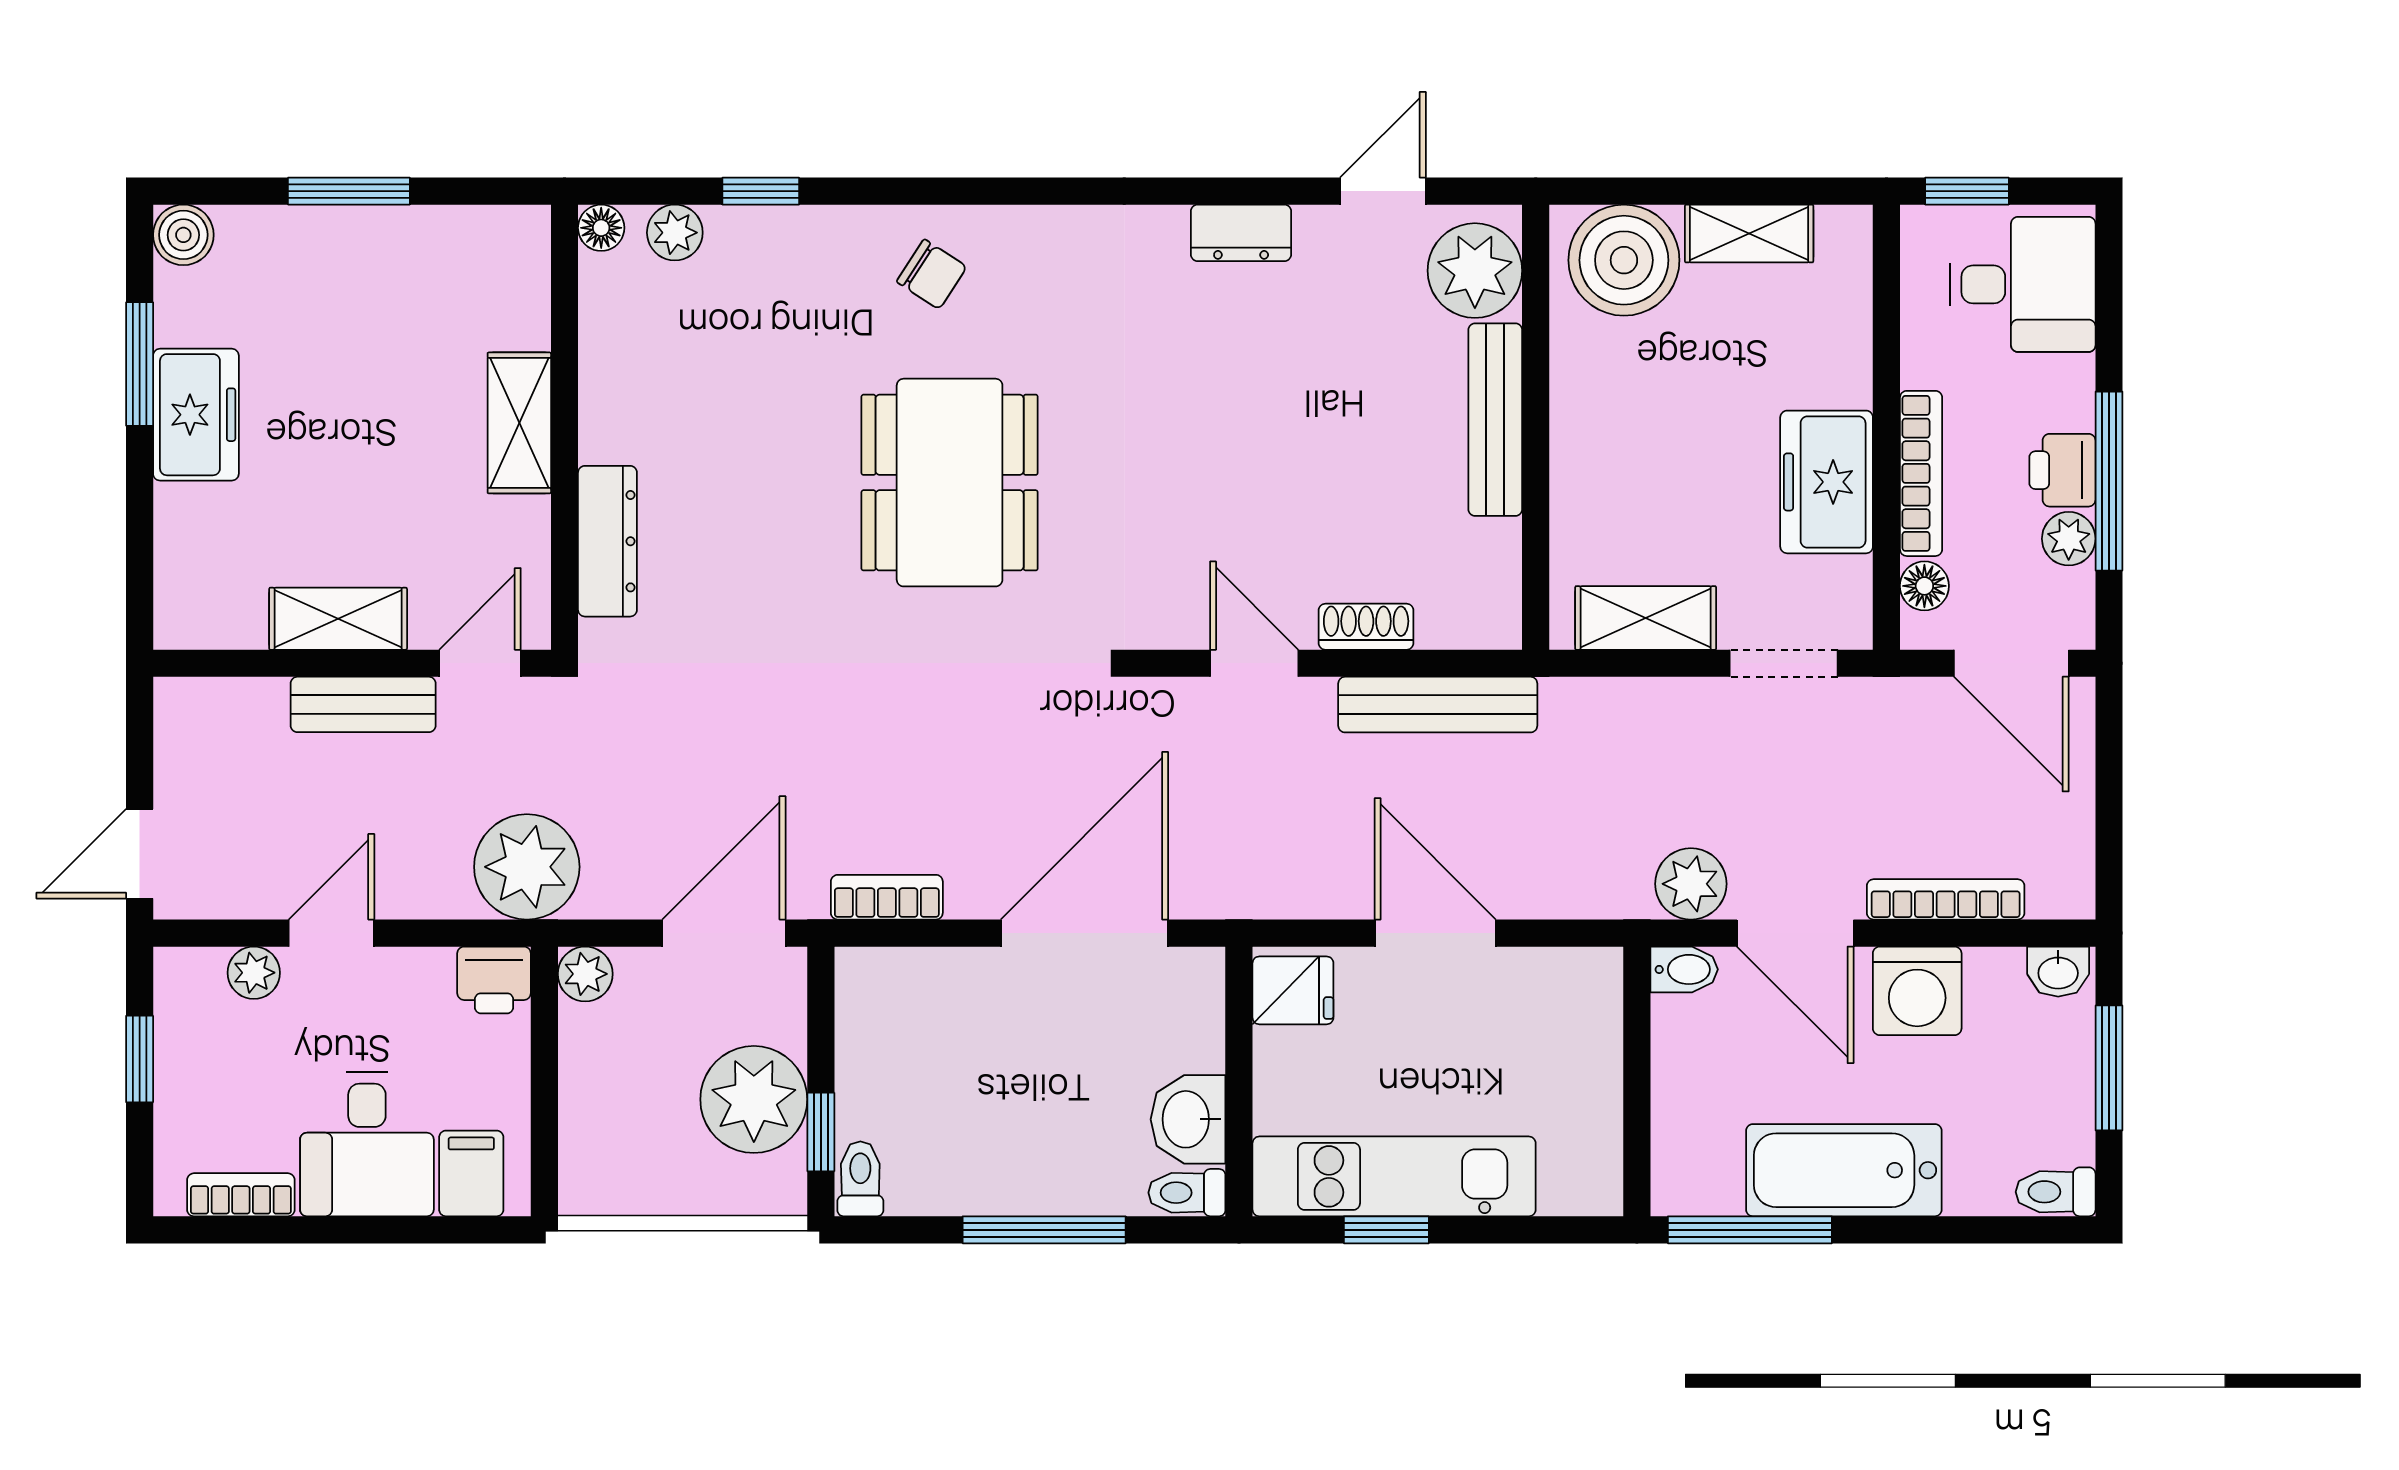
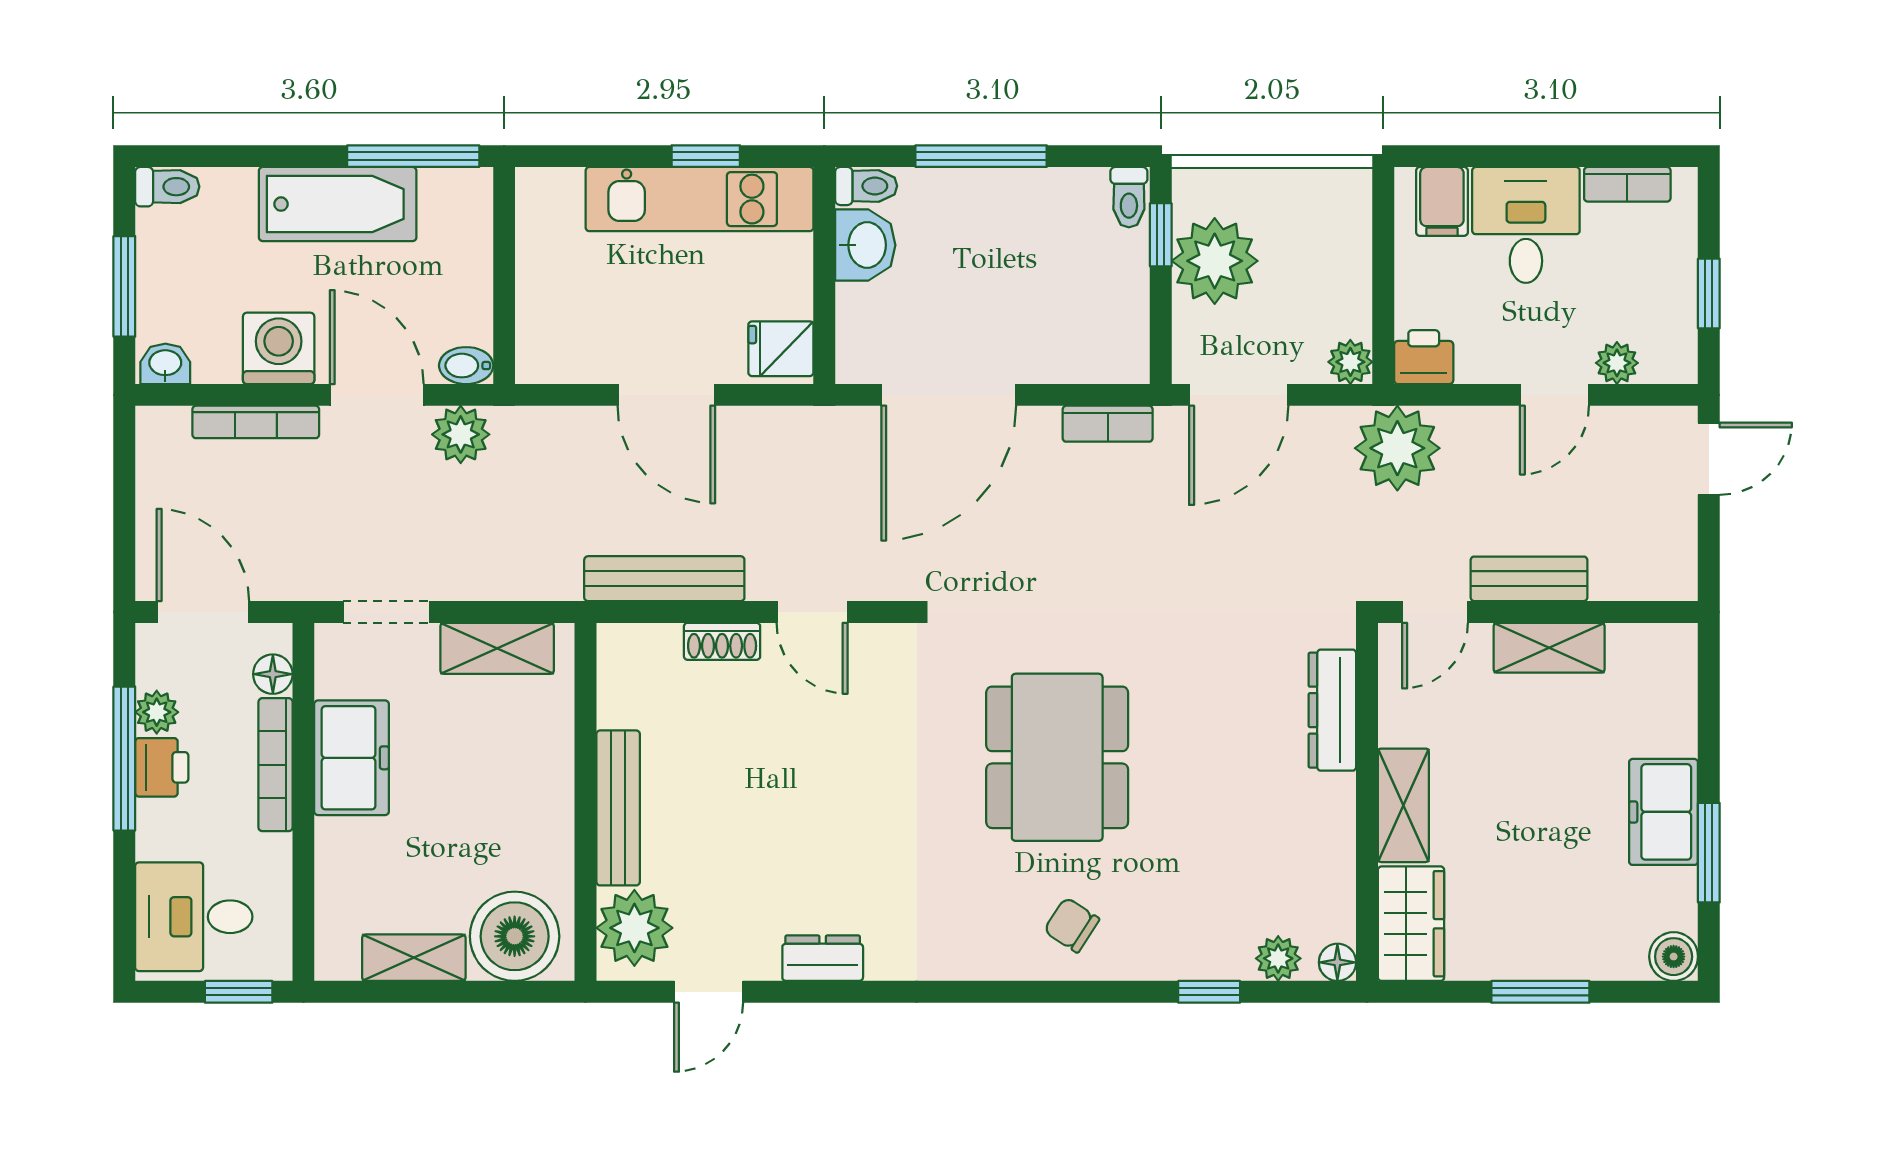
wardrobe: (510, 276) -> (1411, 924), added

